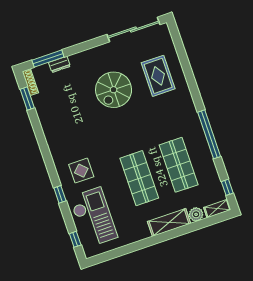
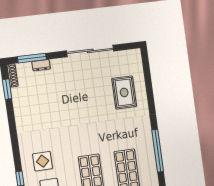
sliding door: (133, 29) -> (90, 51), moved
spiral stairs: (114, 90) -> (84, 97), removed

